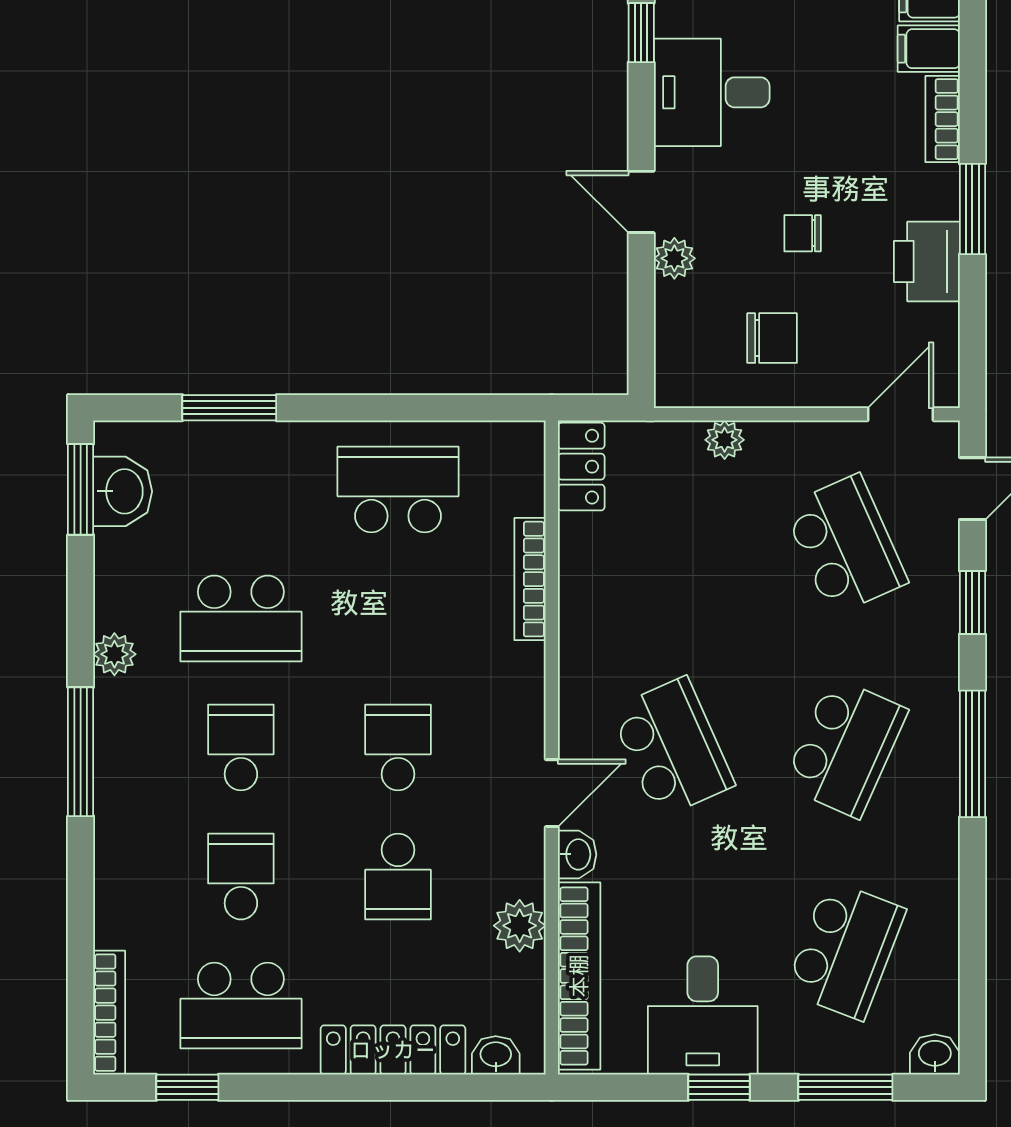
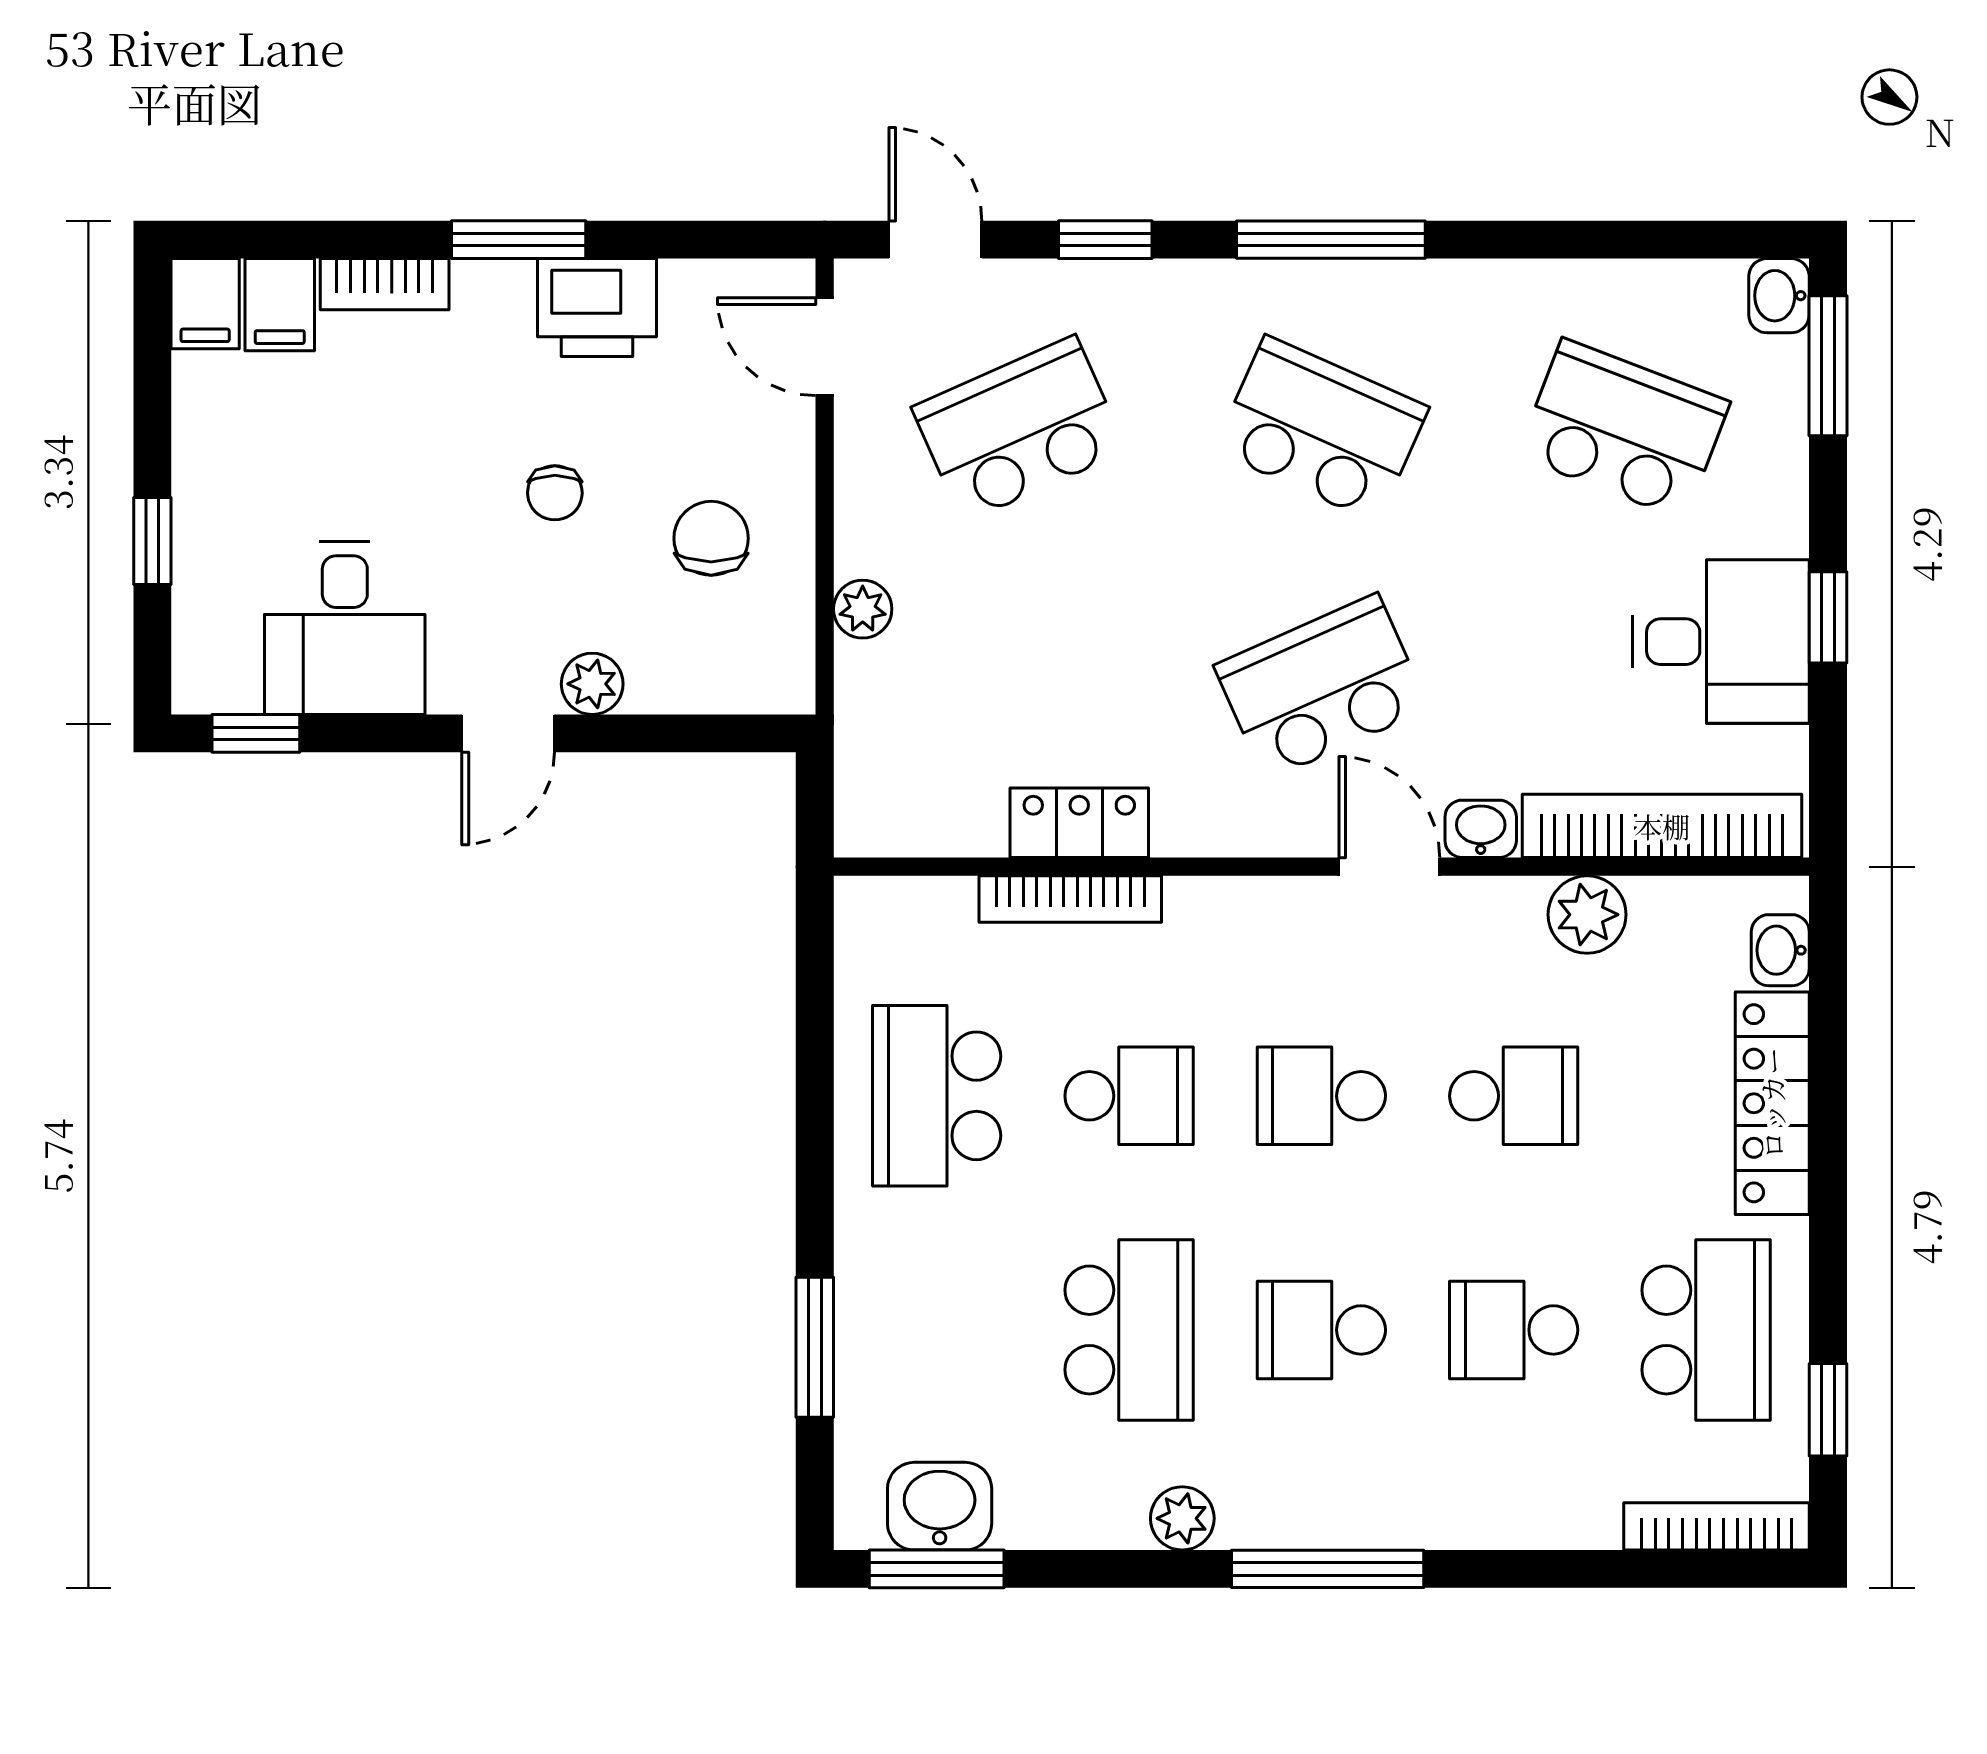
locker: (581, 467) -> (1079, 823), moved
school desk: (398, 618) -> (1129, 1096), added
window: (845, 1087) -> (1828, 366), moved

